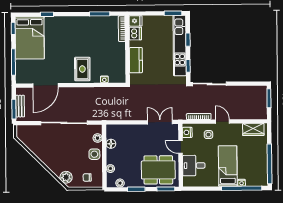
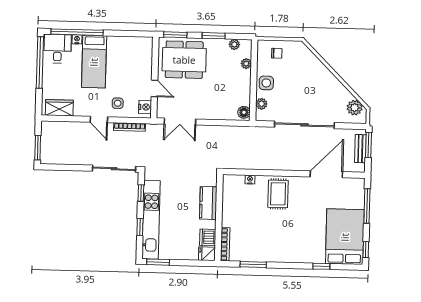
floor lamp: (111, 144) -> (244, 112), moved
desk: (194, 166) -> (57, 49), moved, turned -90
plant: (66, 177) -> (355, 108), moved

